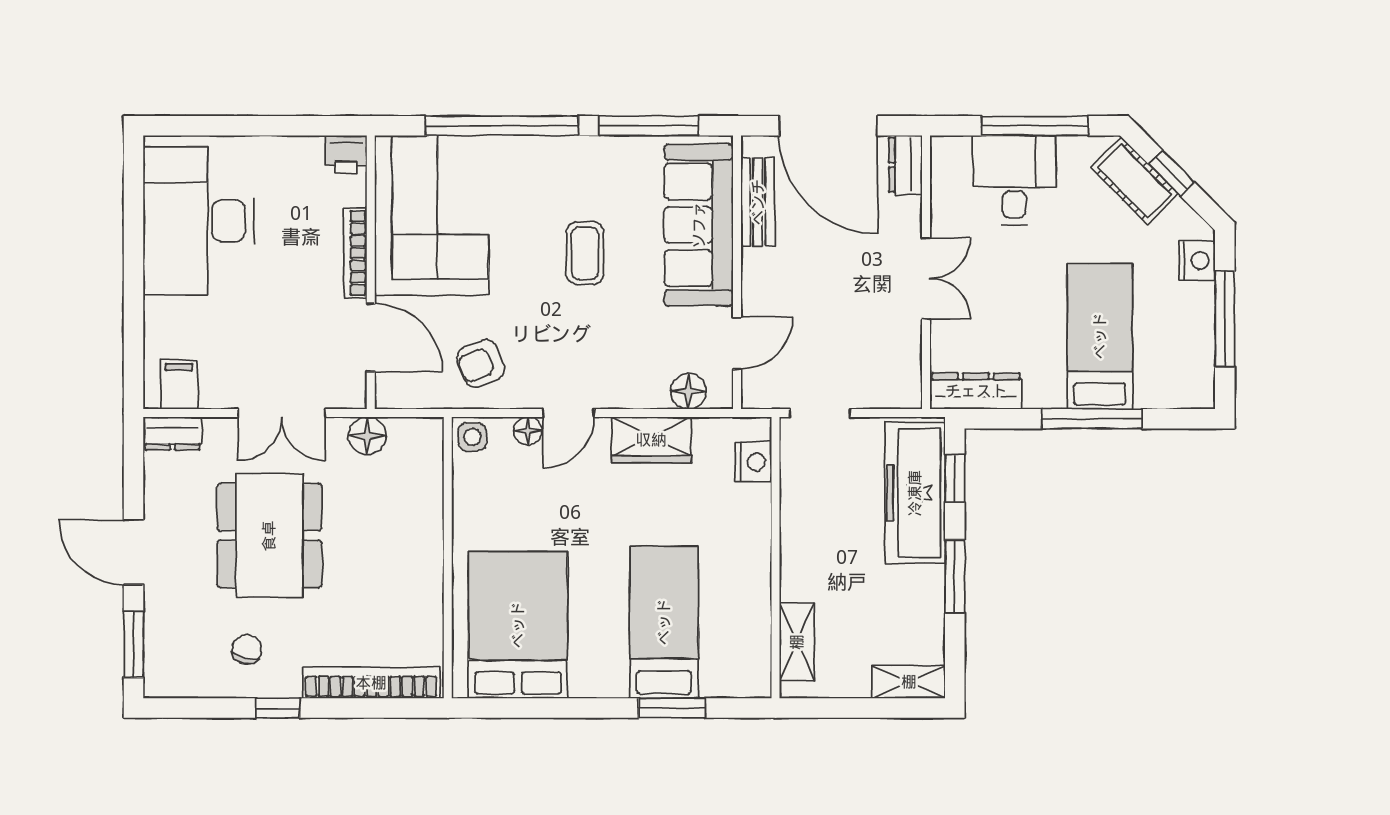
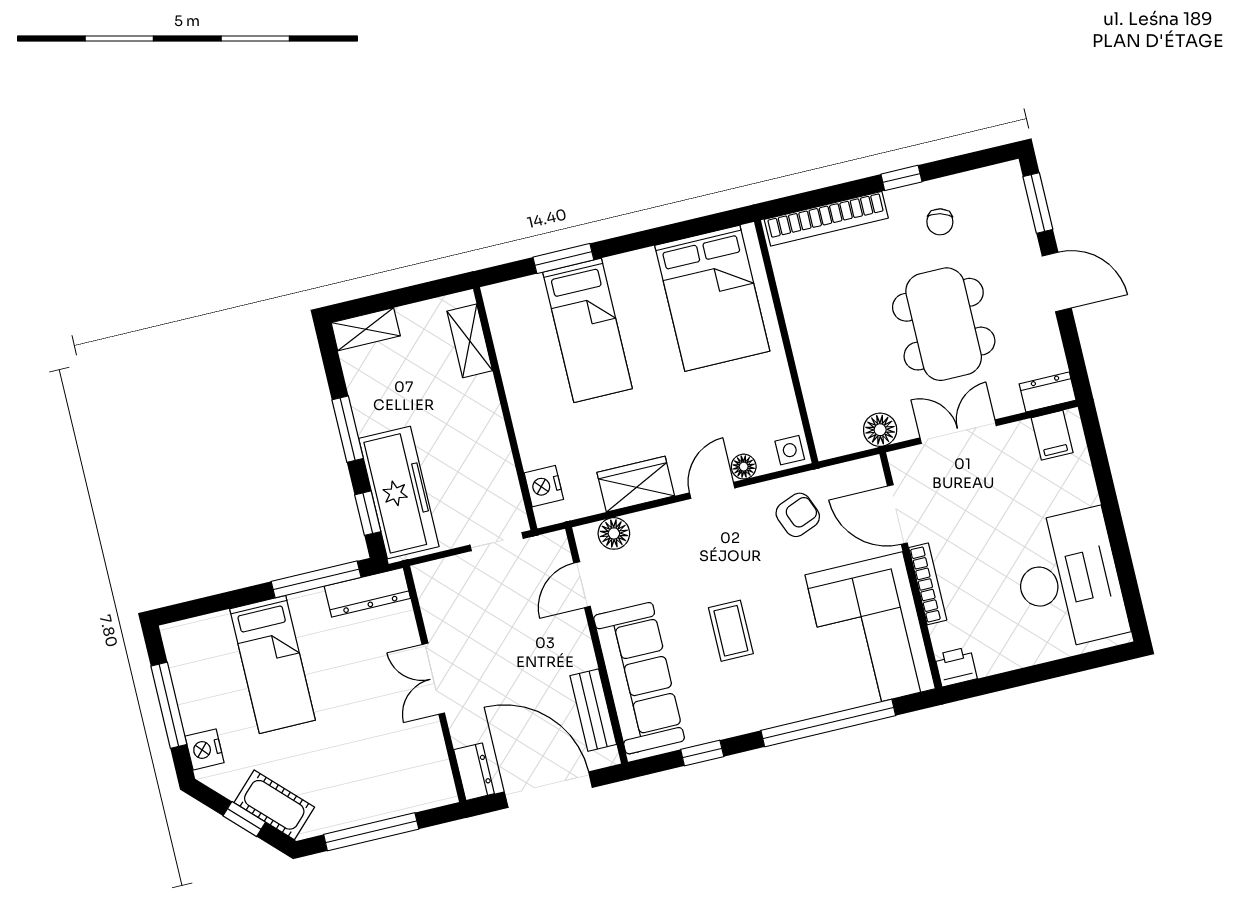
window: (649, 126) -> (702, 753), width x0.46
desk: (1014, 180) -> (378, 781), removed
window: (1092, 419) -> (316, 579), moved

